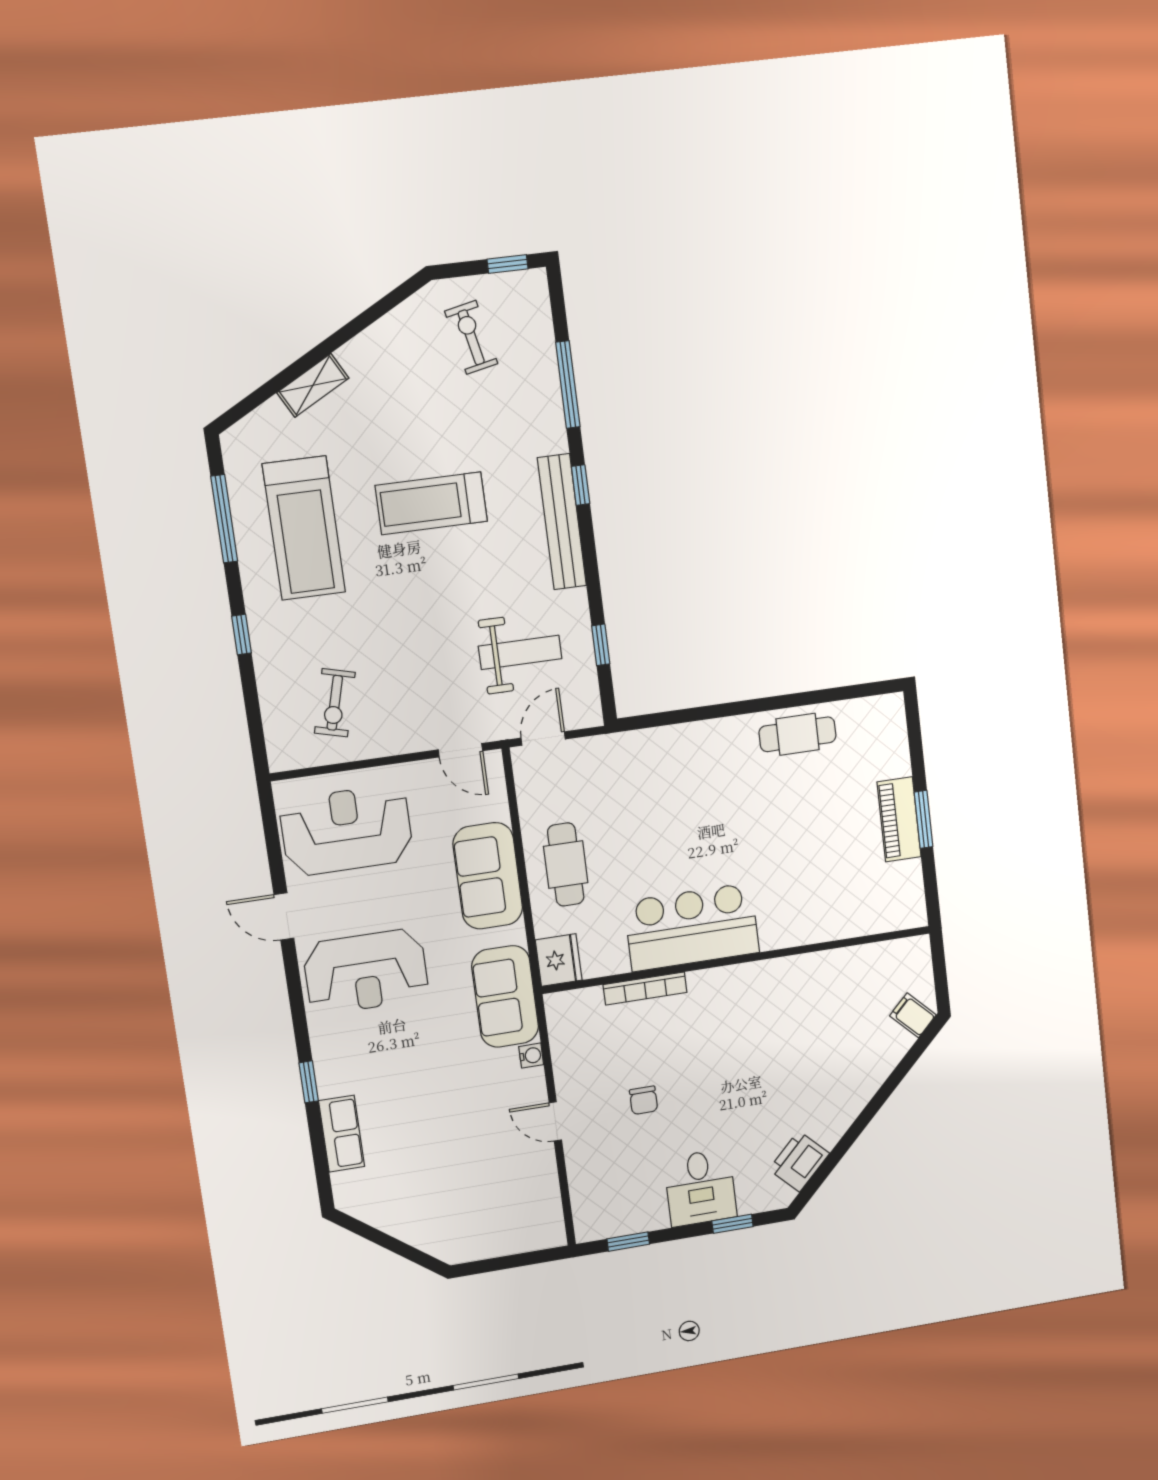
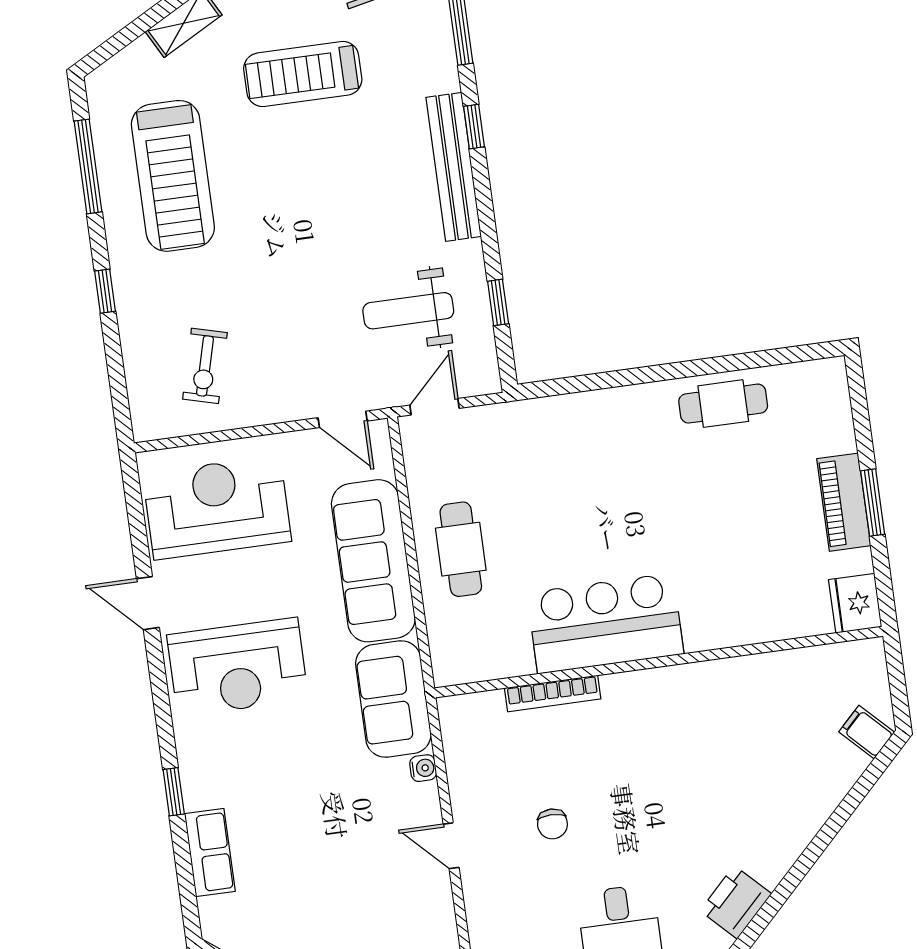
treadmill: (431, 503) -> (303, 74), moved
weight bench: (520, 652) -> (408, 311), turned 180
sofa: (488, 876) -> (373, 561), width x1.36
fridge: (559, 960) -> (855, 603), moved, turned 180

